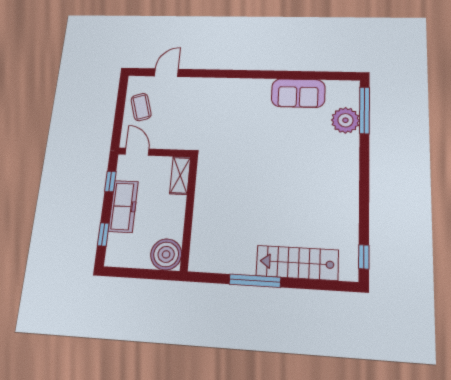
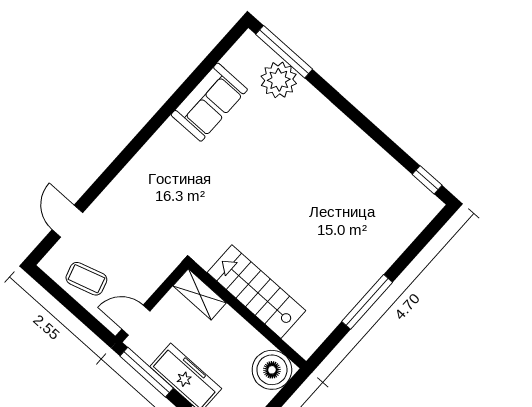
window: (110, 181) -> (147, 372), width x2.17
stairs: (297, 263) -> (256, 292), moved, turned 90

